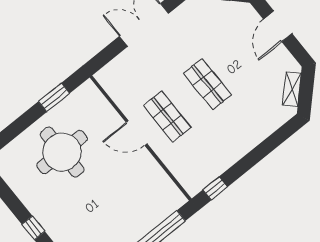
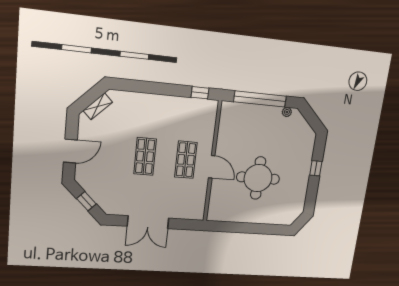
window: (54, 97) -> (235, 227), removed
round table: (62, 152) -> (258, 178), moved

